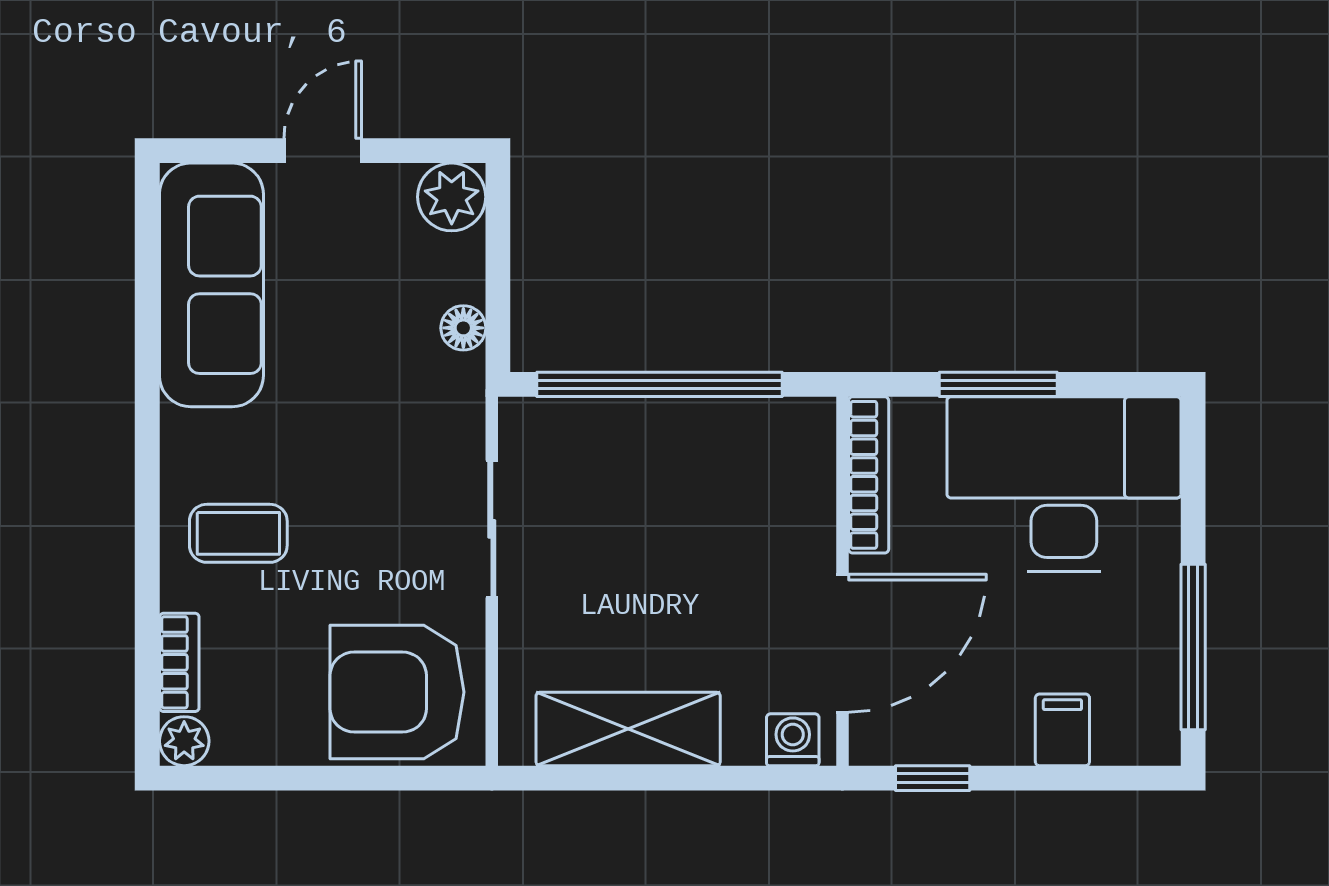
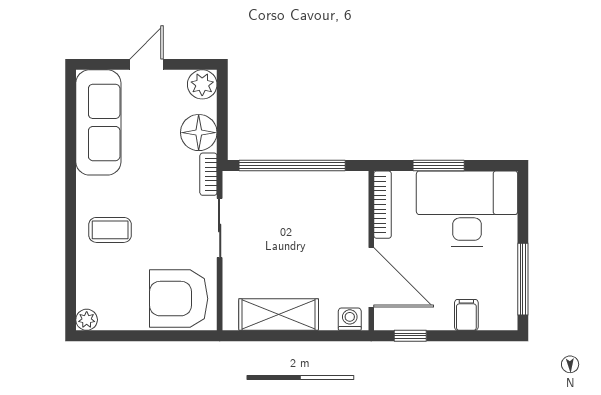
floor lamp: (463, 328) -> (199, 133), width x1.89, depth x1.89
door: (842, 643) -> (371, 277), hinge flipped
bookcase: (179, 662) -> (208, 174), moved, turned 180

